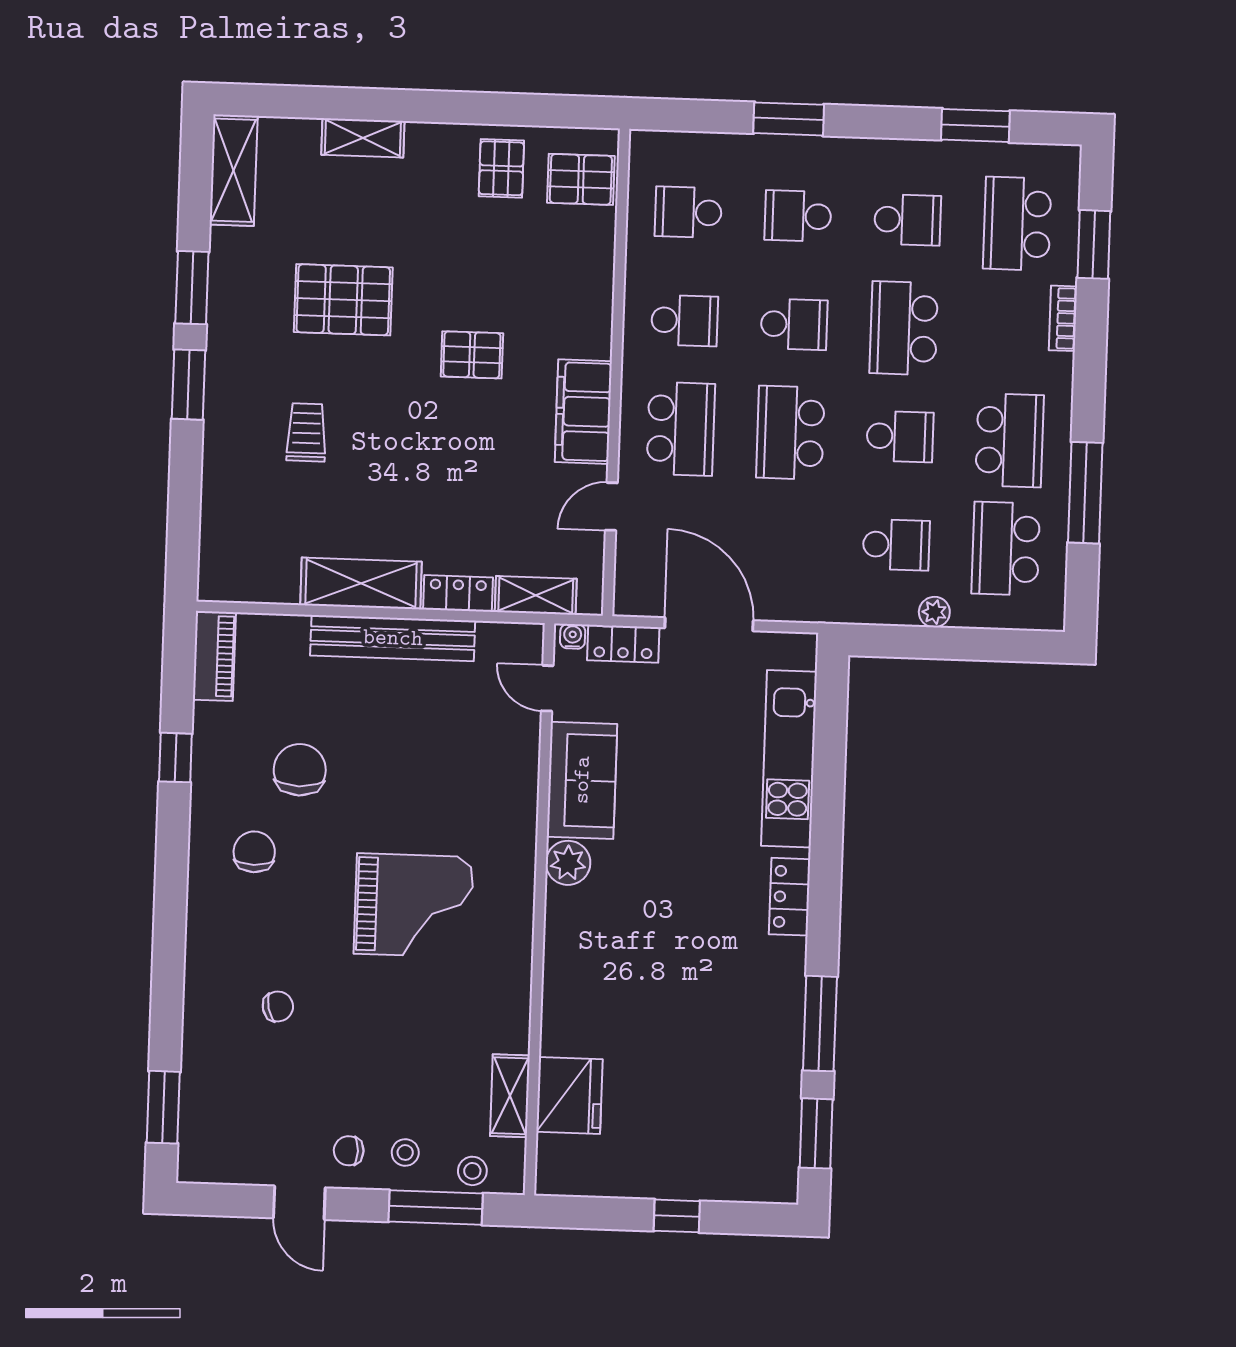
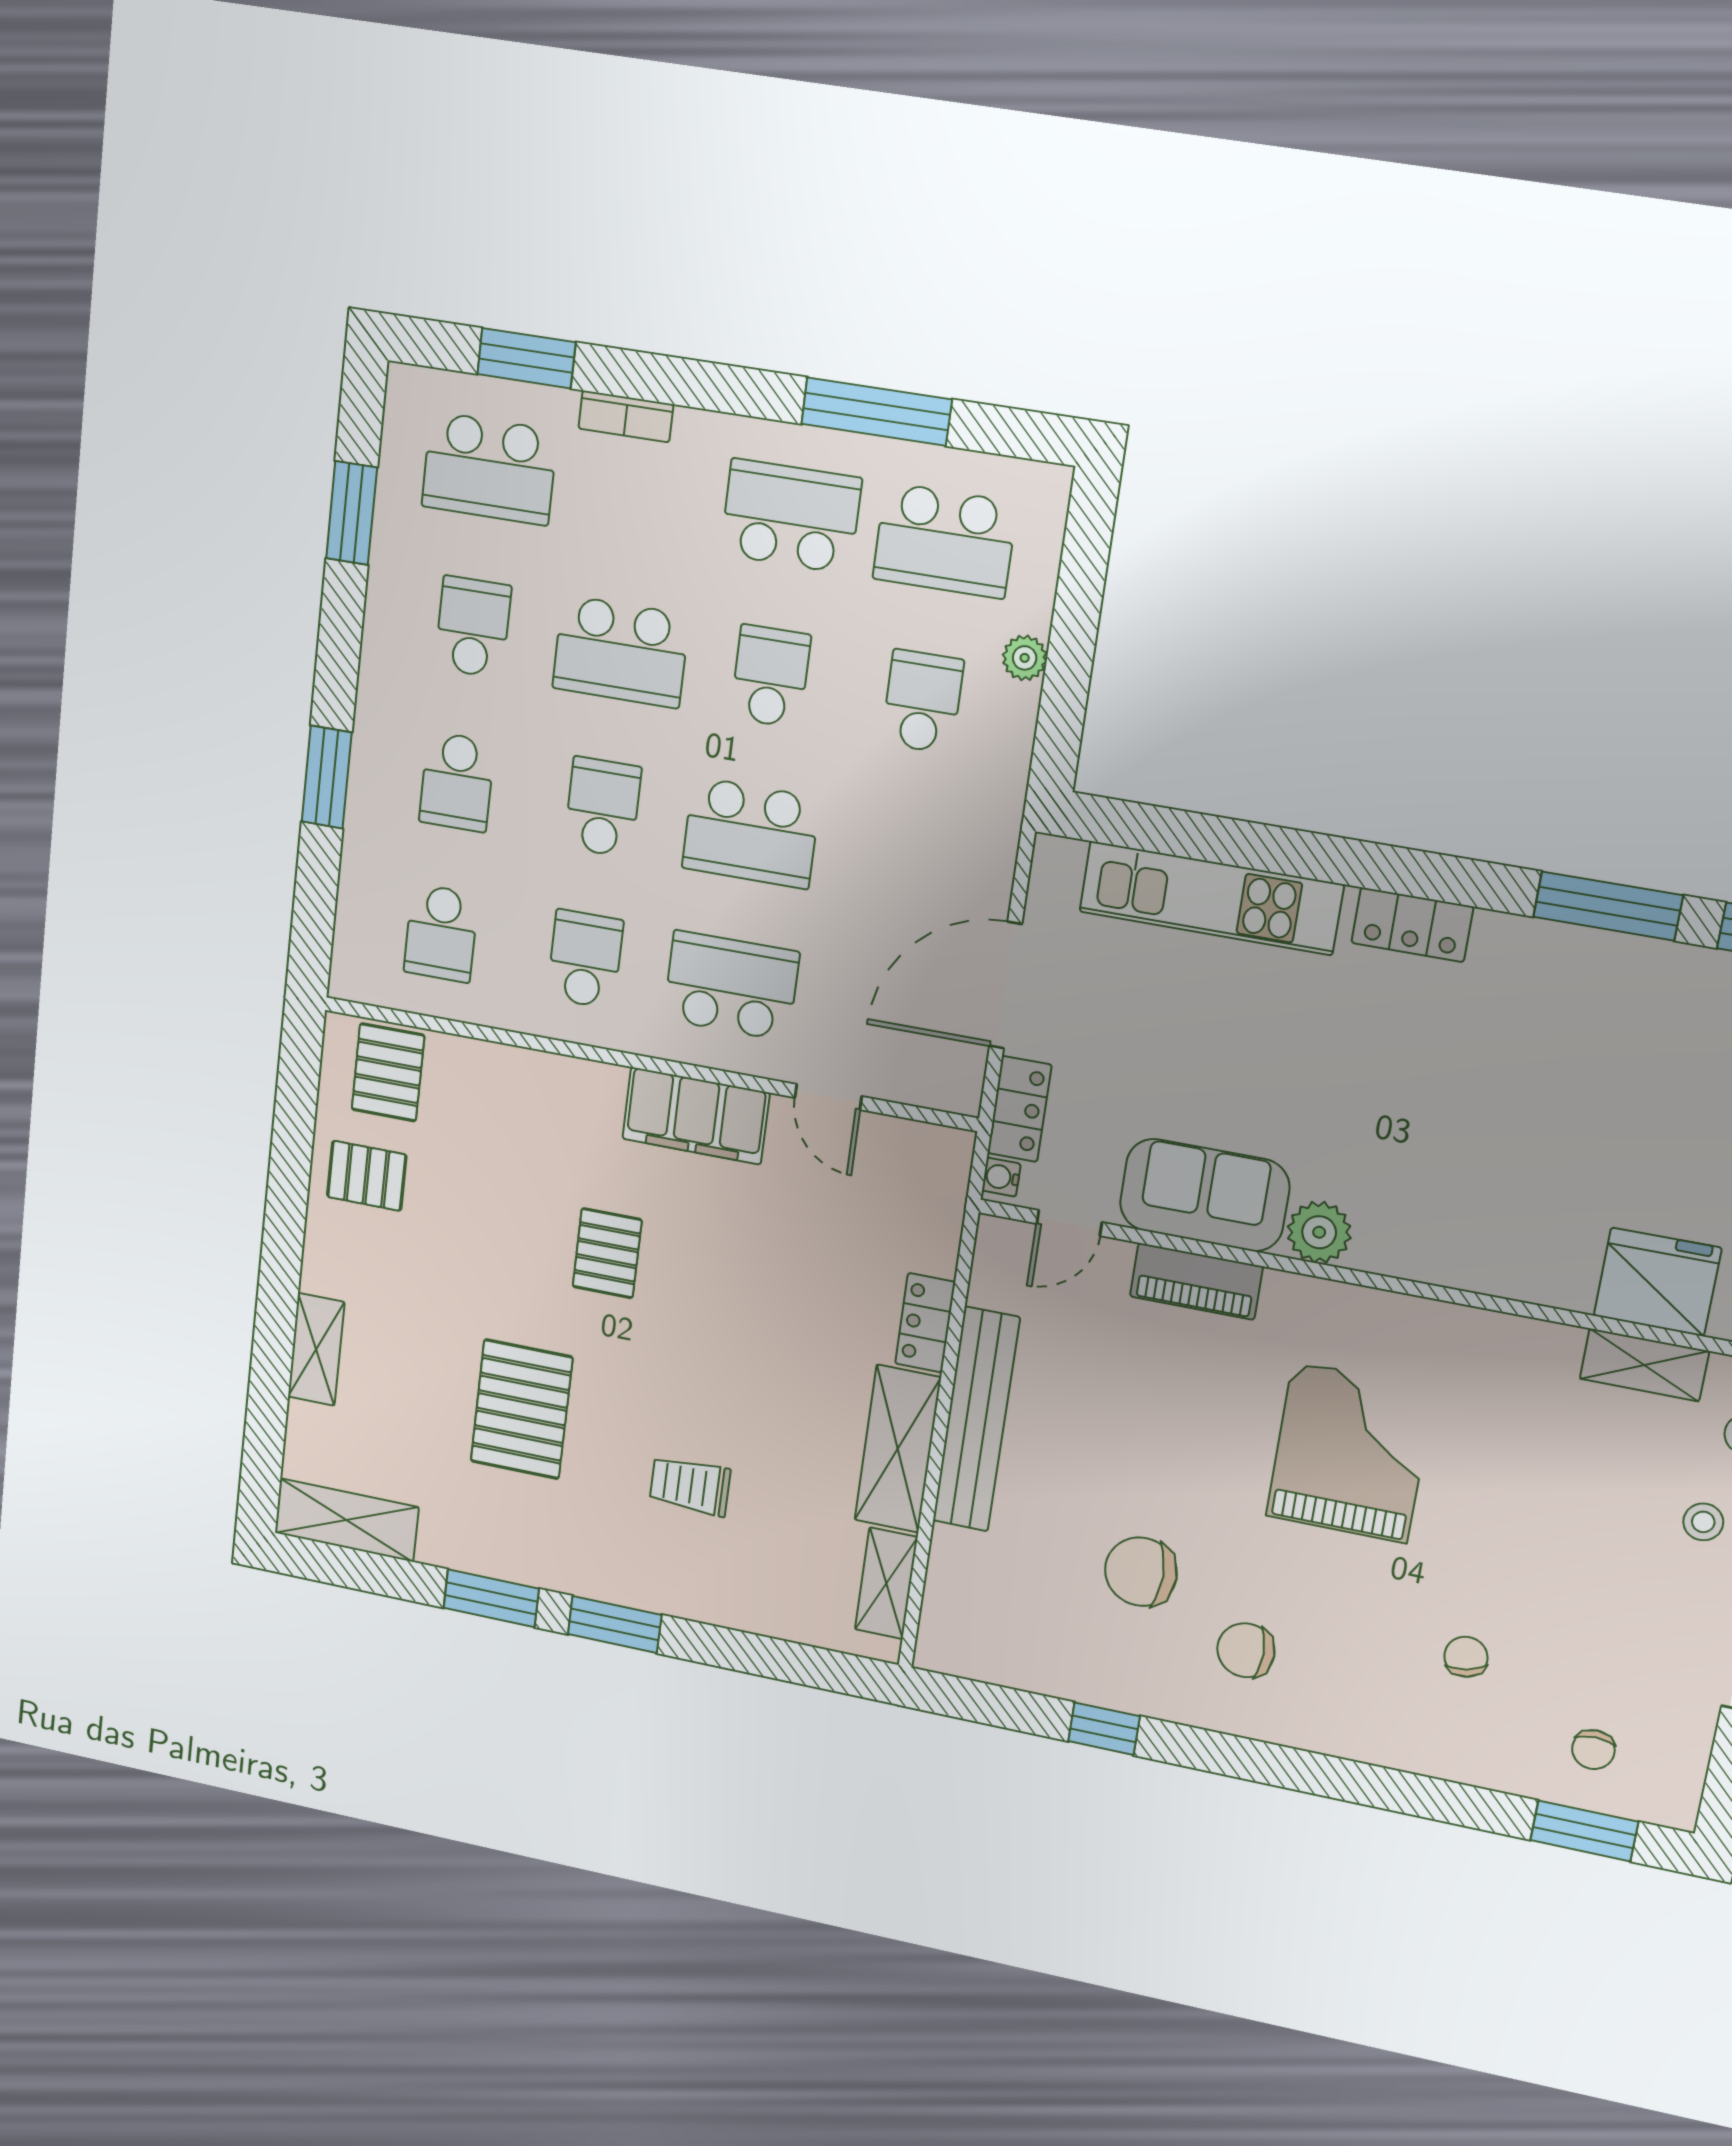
shelving: (536, 595) -> (886, 1583), moved
piano: (214, 656) -> (1196, 1281), moved, turned 180
chair: (349, 1151) -> (1593, 1750), moved

